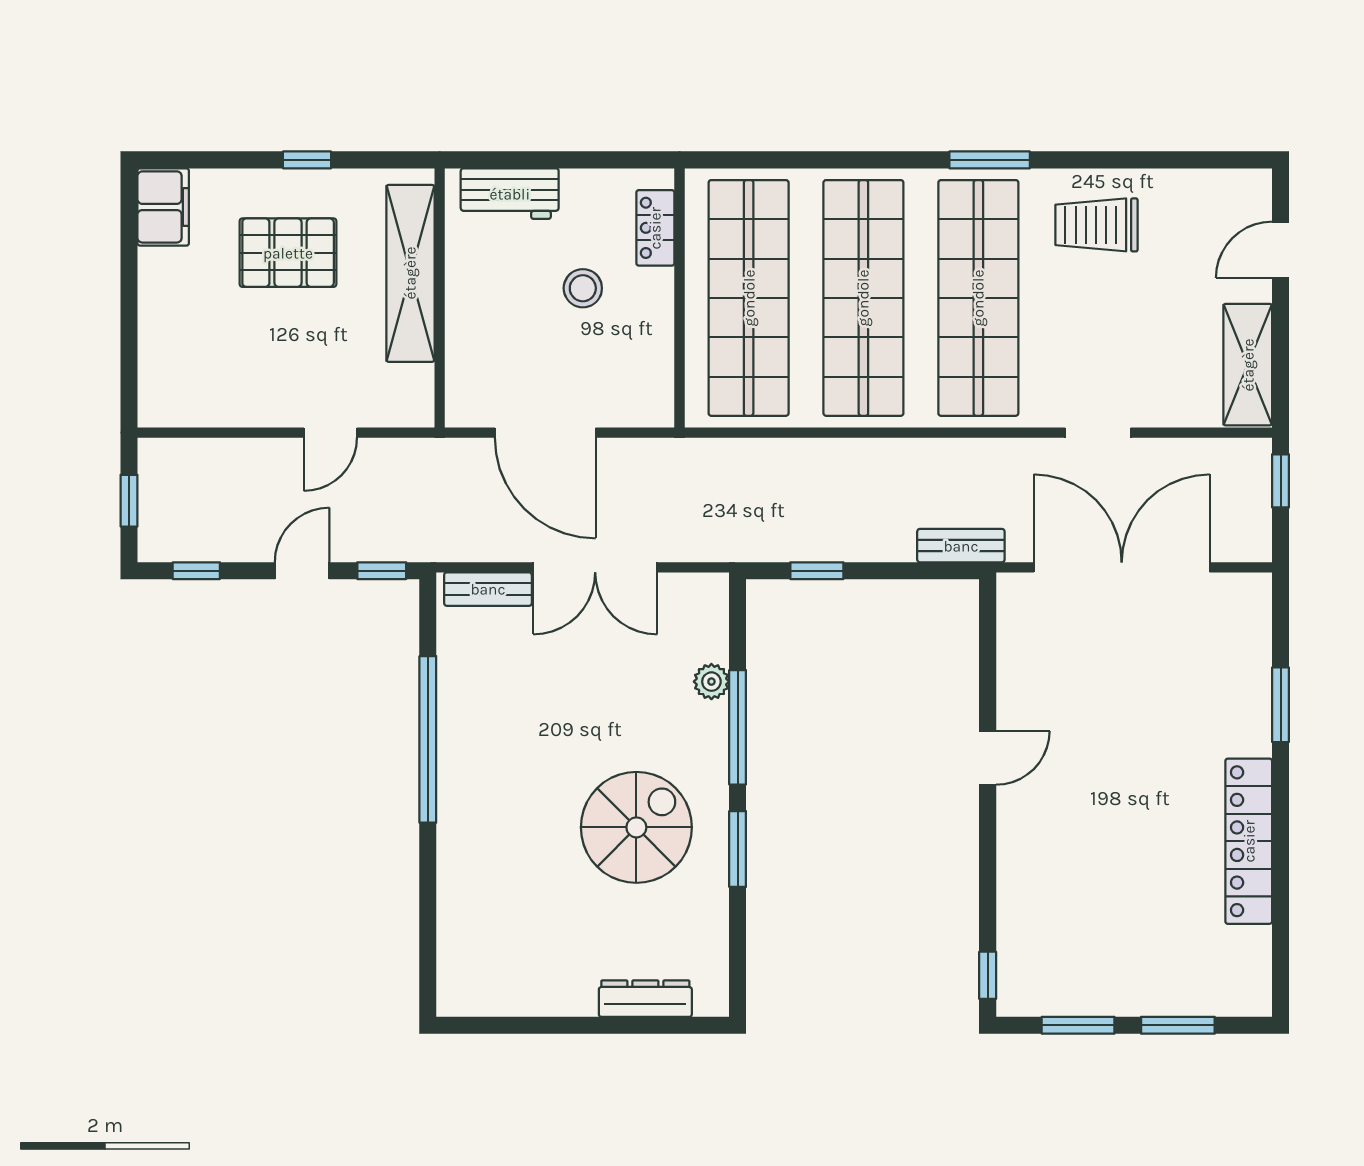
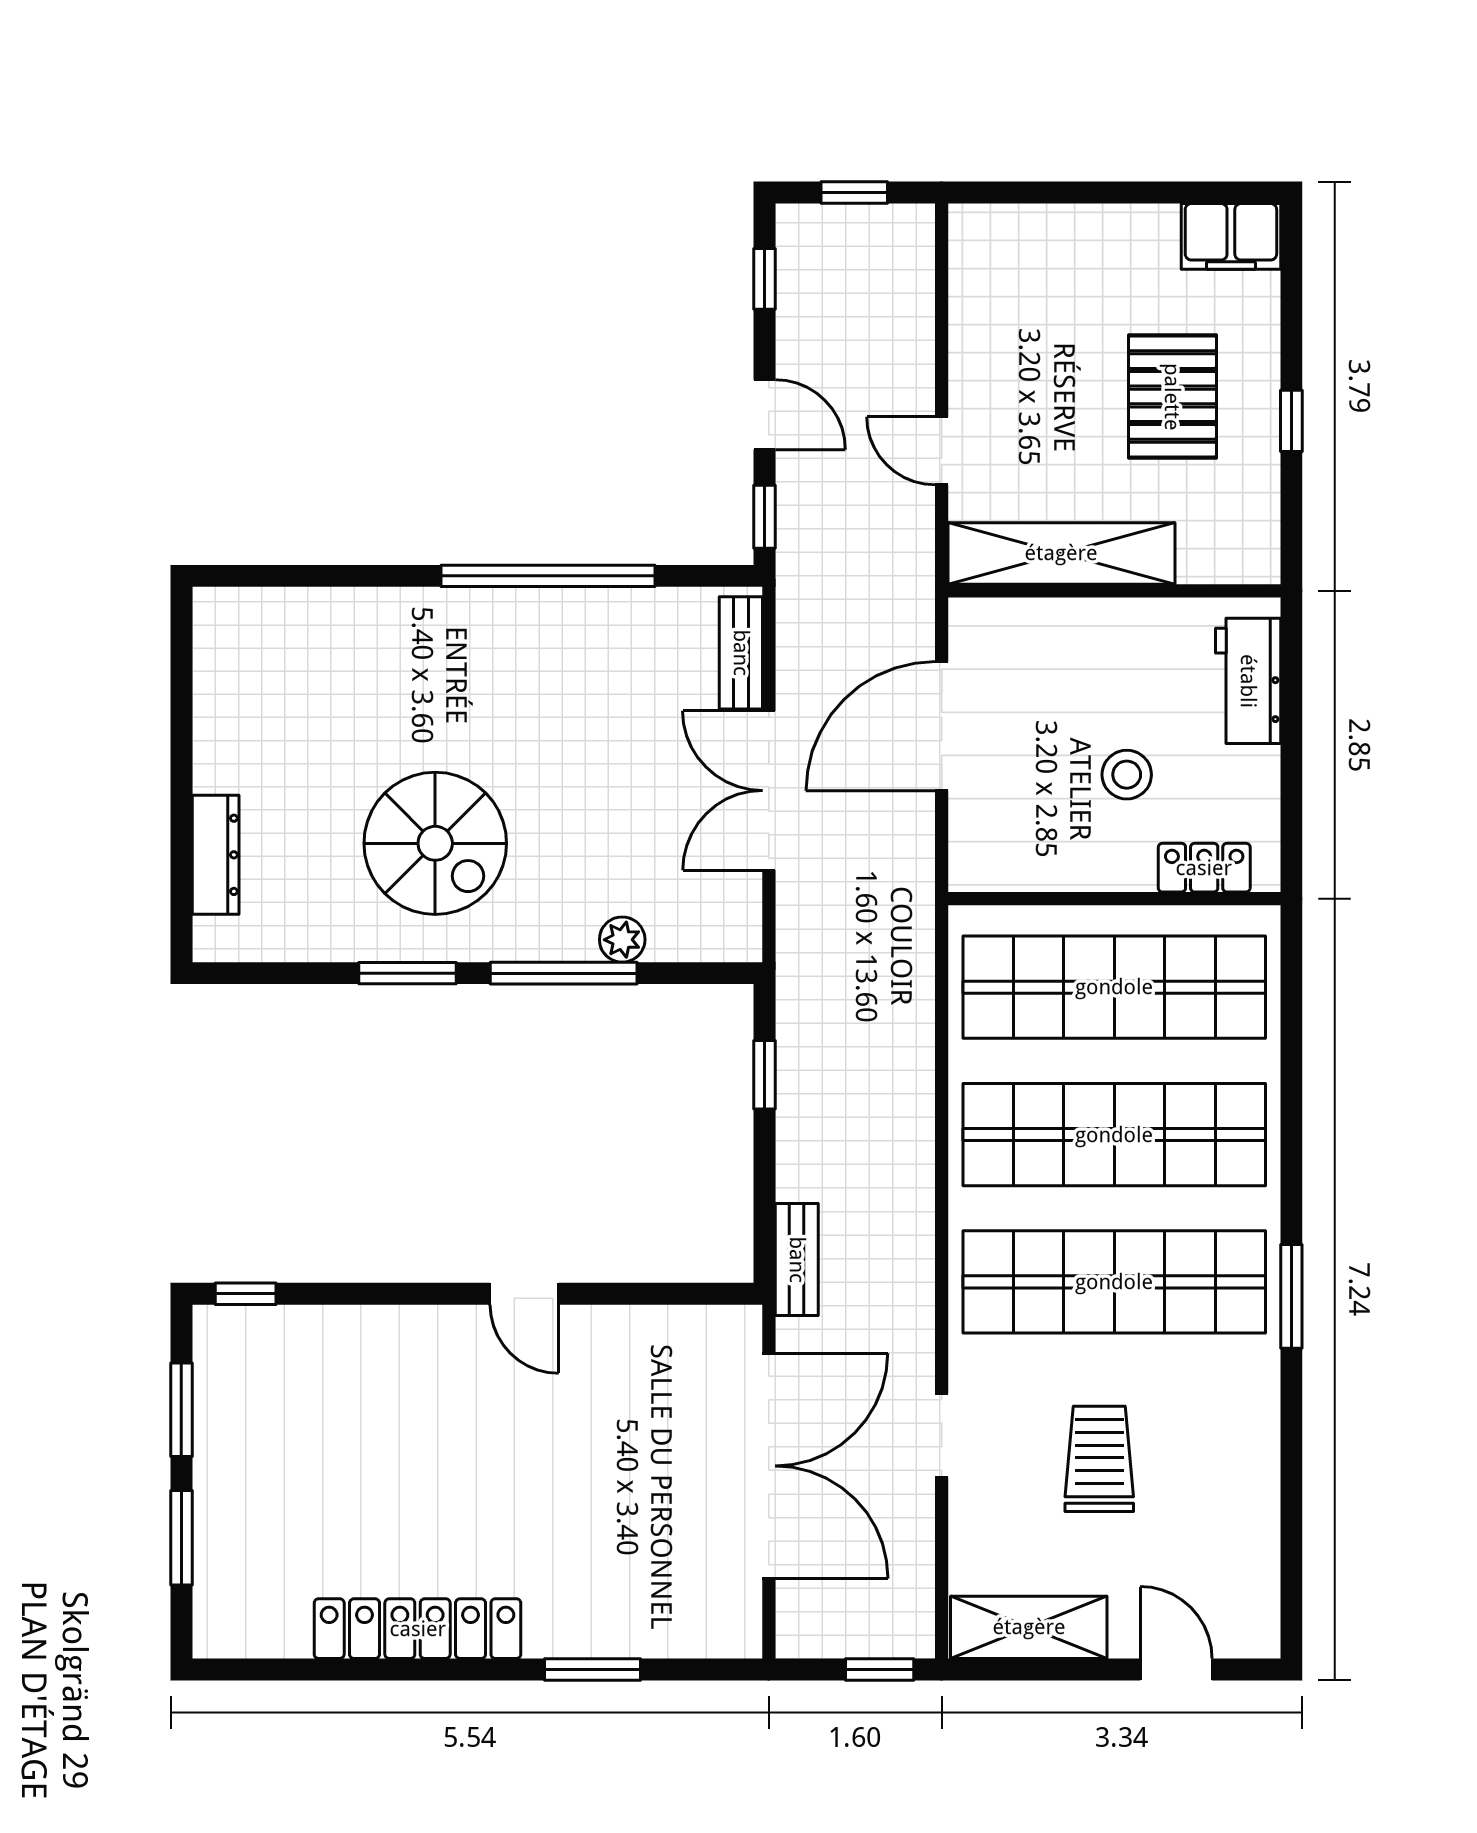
trolley: (1096, 225) -> (1099, 1459), moved
shelving: (410, 273) -> (1061, 553), moved

